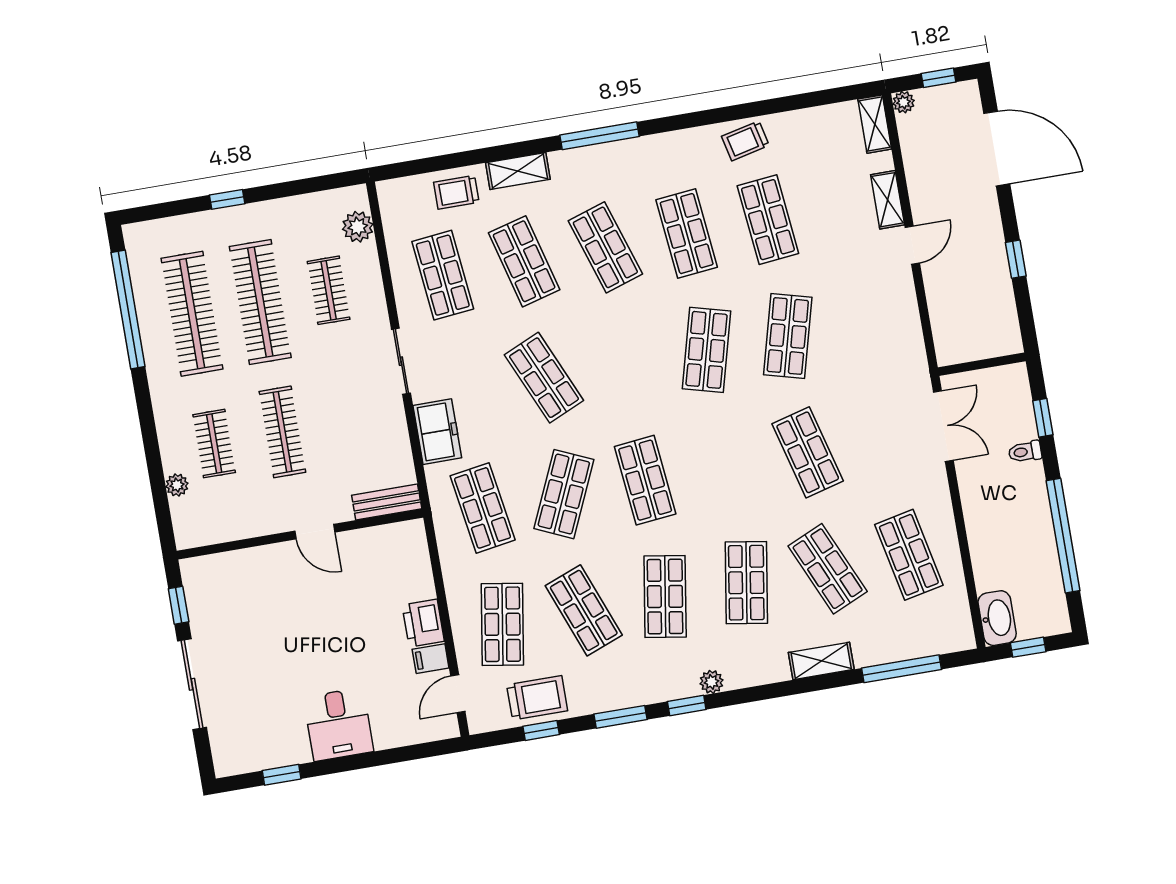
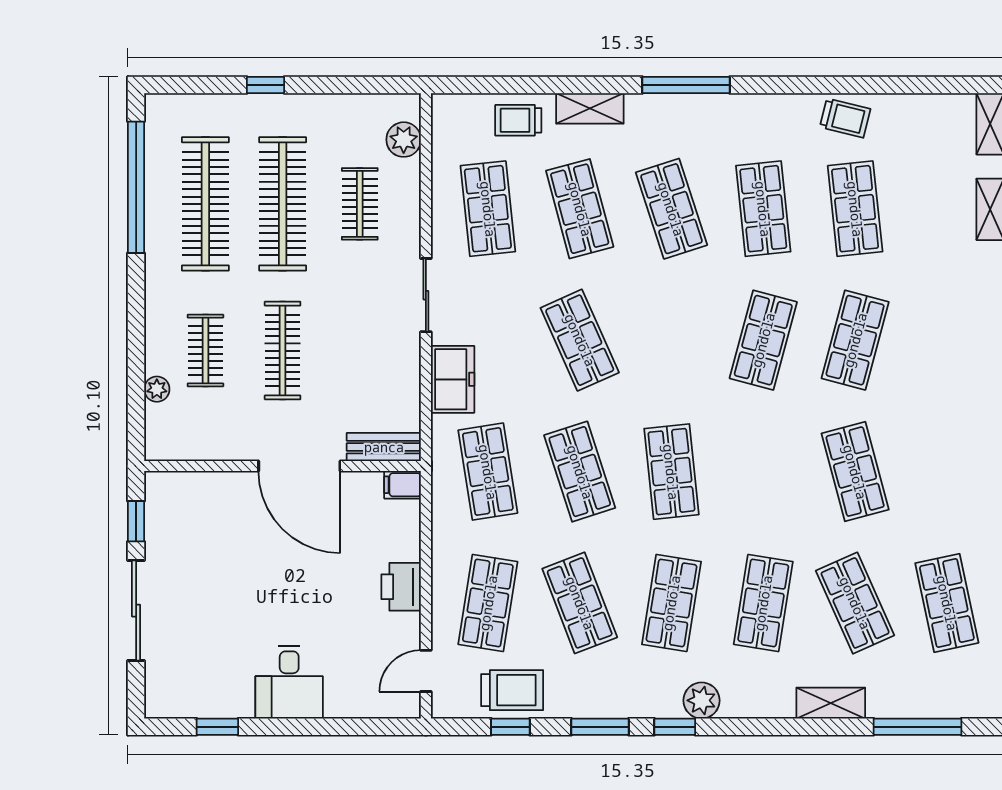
trolley: (745, 141) -> (845, 118), turned -153
shop shelf: (564, 494) -> (580, 472), turned -42
door: (315, 532) -> (299, 466), width x1.87
filing cabinet: (431, 659) -> (403, 485), moved
plant: (711, 682) -> (702, 700), width x1.38, depth x1.38

